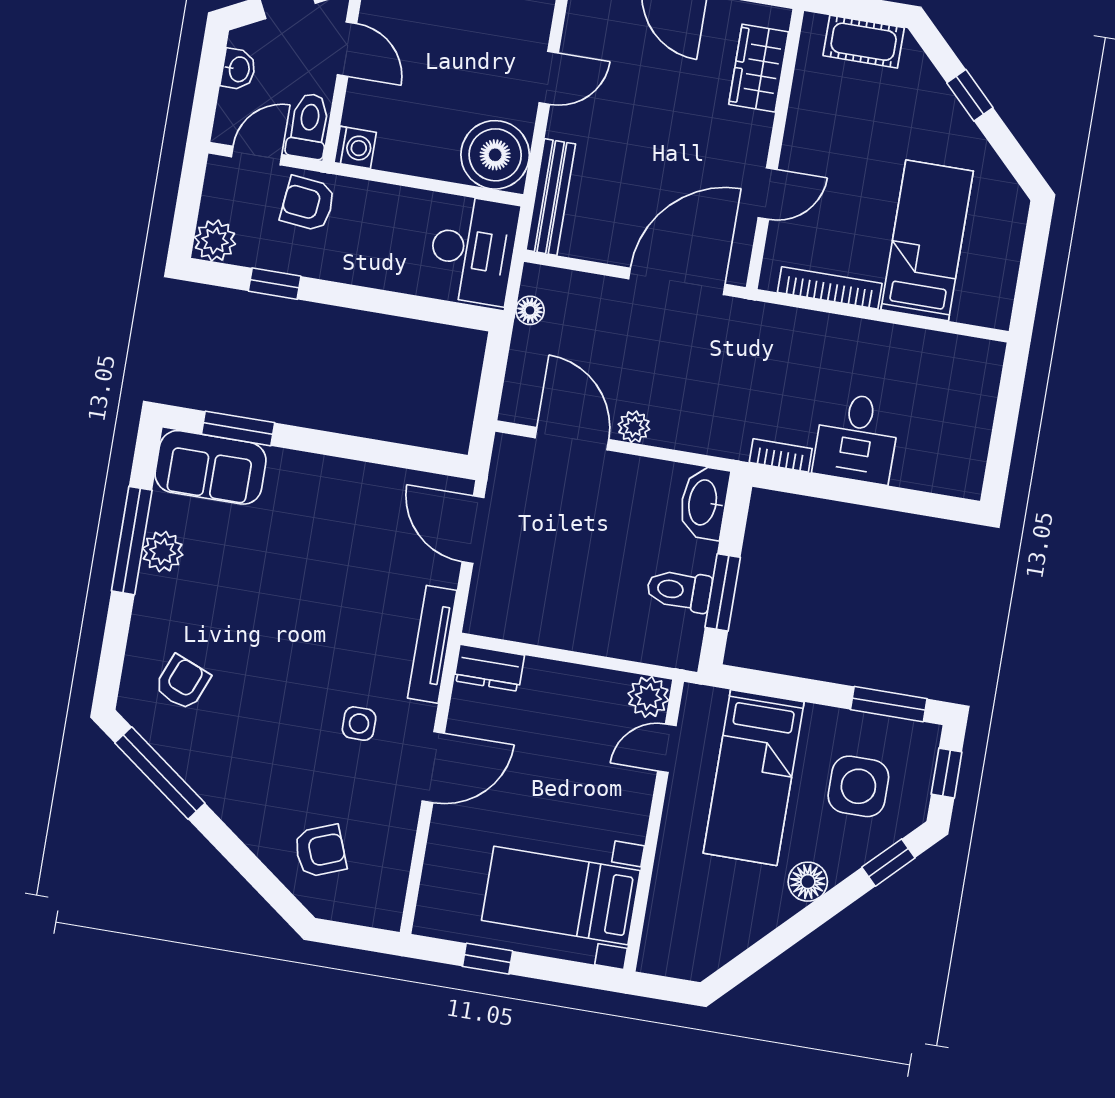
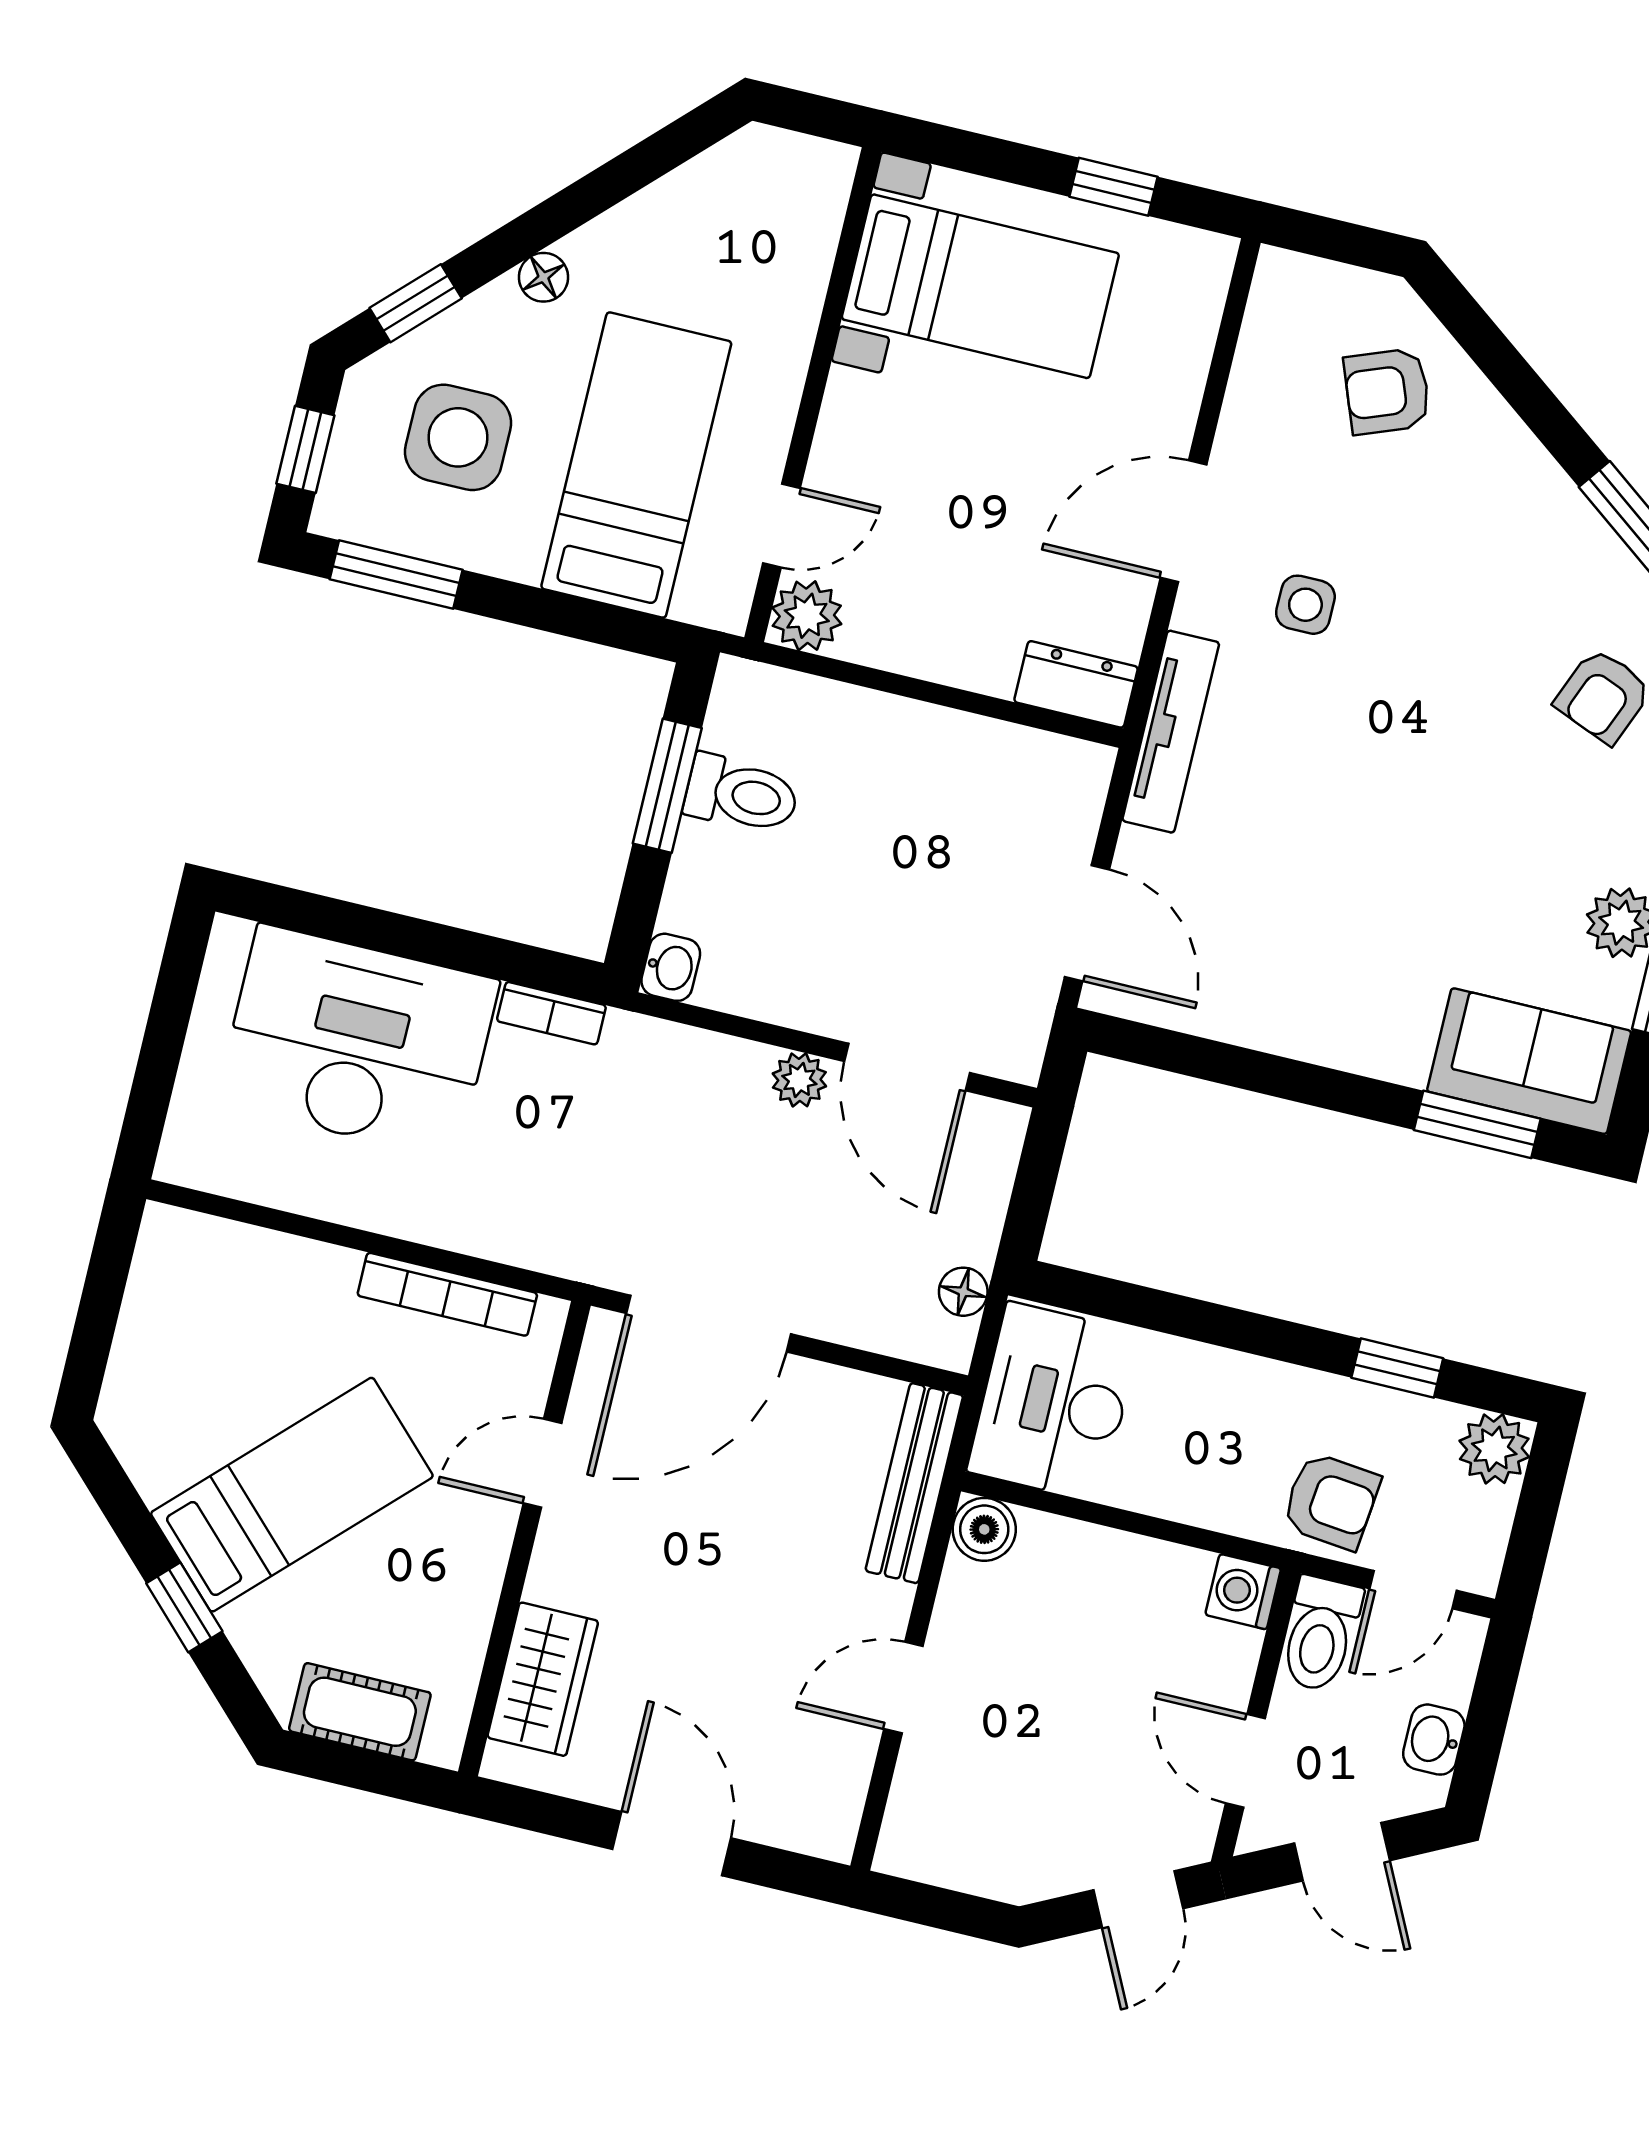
boiler: (495, 155) -> (984, 1529), width x0.54, depth x0.54
bed: (927, 240) -> (292, 1495), moved, turned -135
desk: (857, 438) -> (358, 1042), width x1.87, depth x1.30
washbasin: (704, 503) -> (671, 967), width x0.52, depth x0.69
floor lamp: (808, 882) -> (543, 277), width x0.73, depth x0.73

